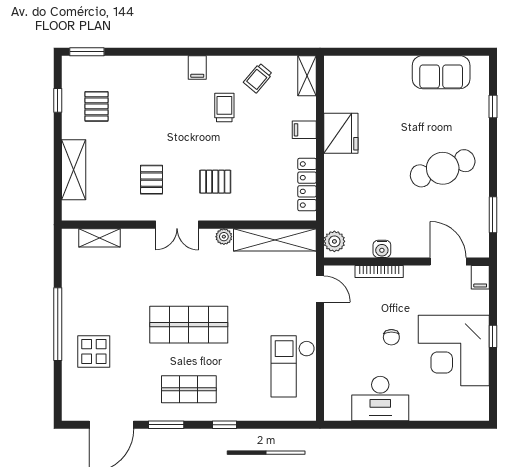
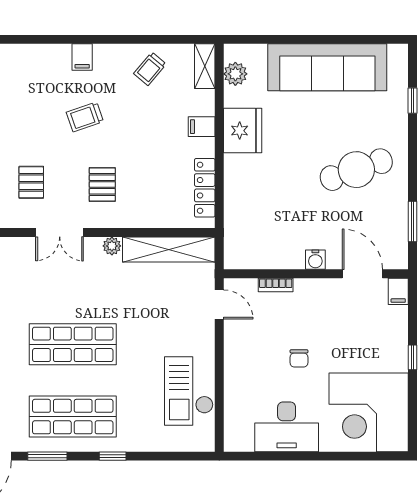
sofa: (441, 72) -> (327, 67), width x1.85, depth x1.27
trolley: (224, 107) -> (85, 117), moved, turned -109
pallet: (215, 182) -> (102, 185), turned 90
plant: (334, 241) -> (235, 74), moved
water cooler: (382, 249) -> (315, 260), moved
bookcase: (379, 272) -> (276, 285), width x0.64
corner desk: (454, 351) -> (369, 412), moved
shop shelf: (189, 389) -> (73, 417), width x1.43, depth x1.36

